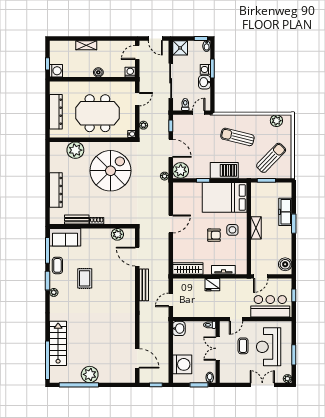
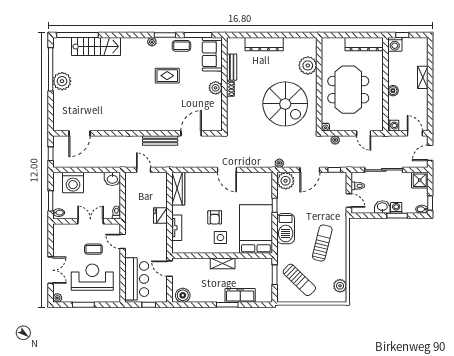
dresser: (56, 112) -> (364, 44), moved
plant: (117, 234) -> (216, 88), moved

